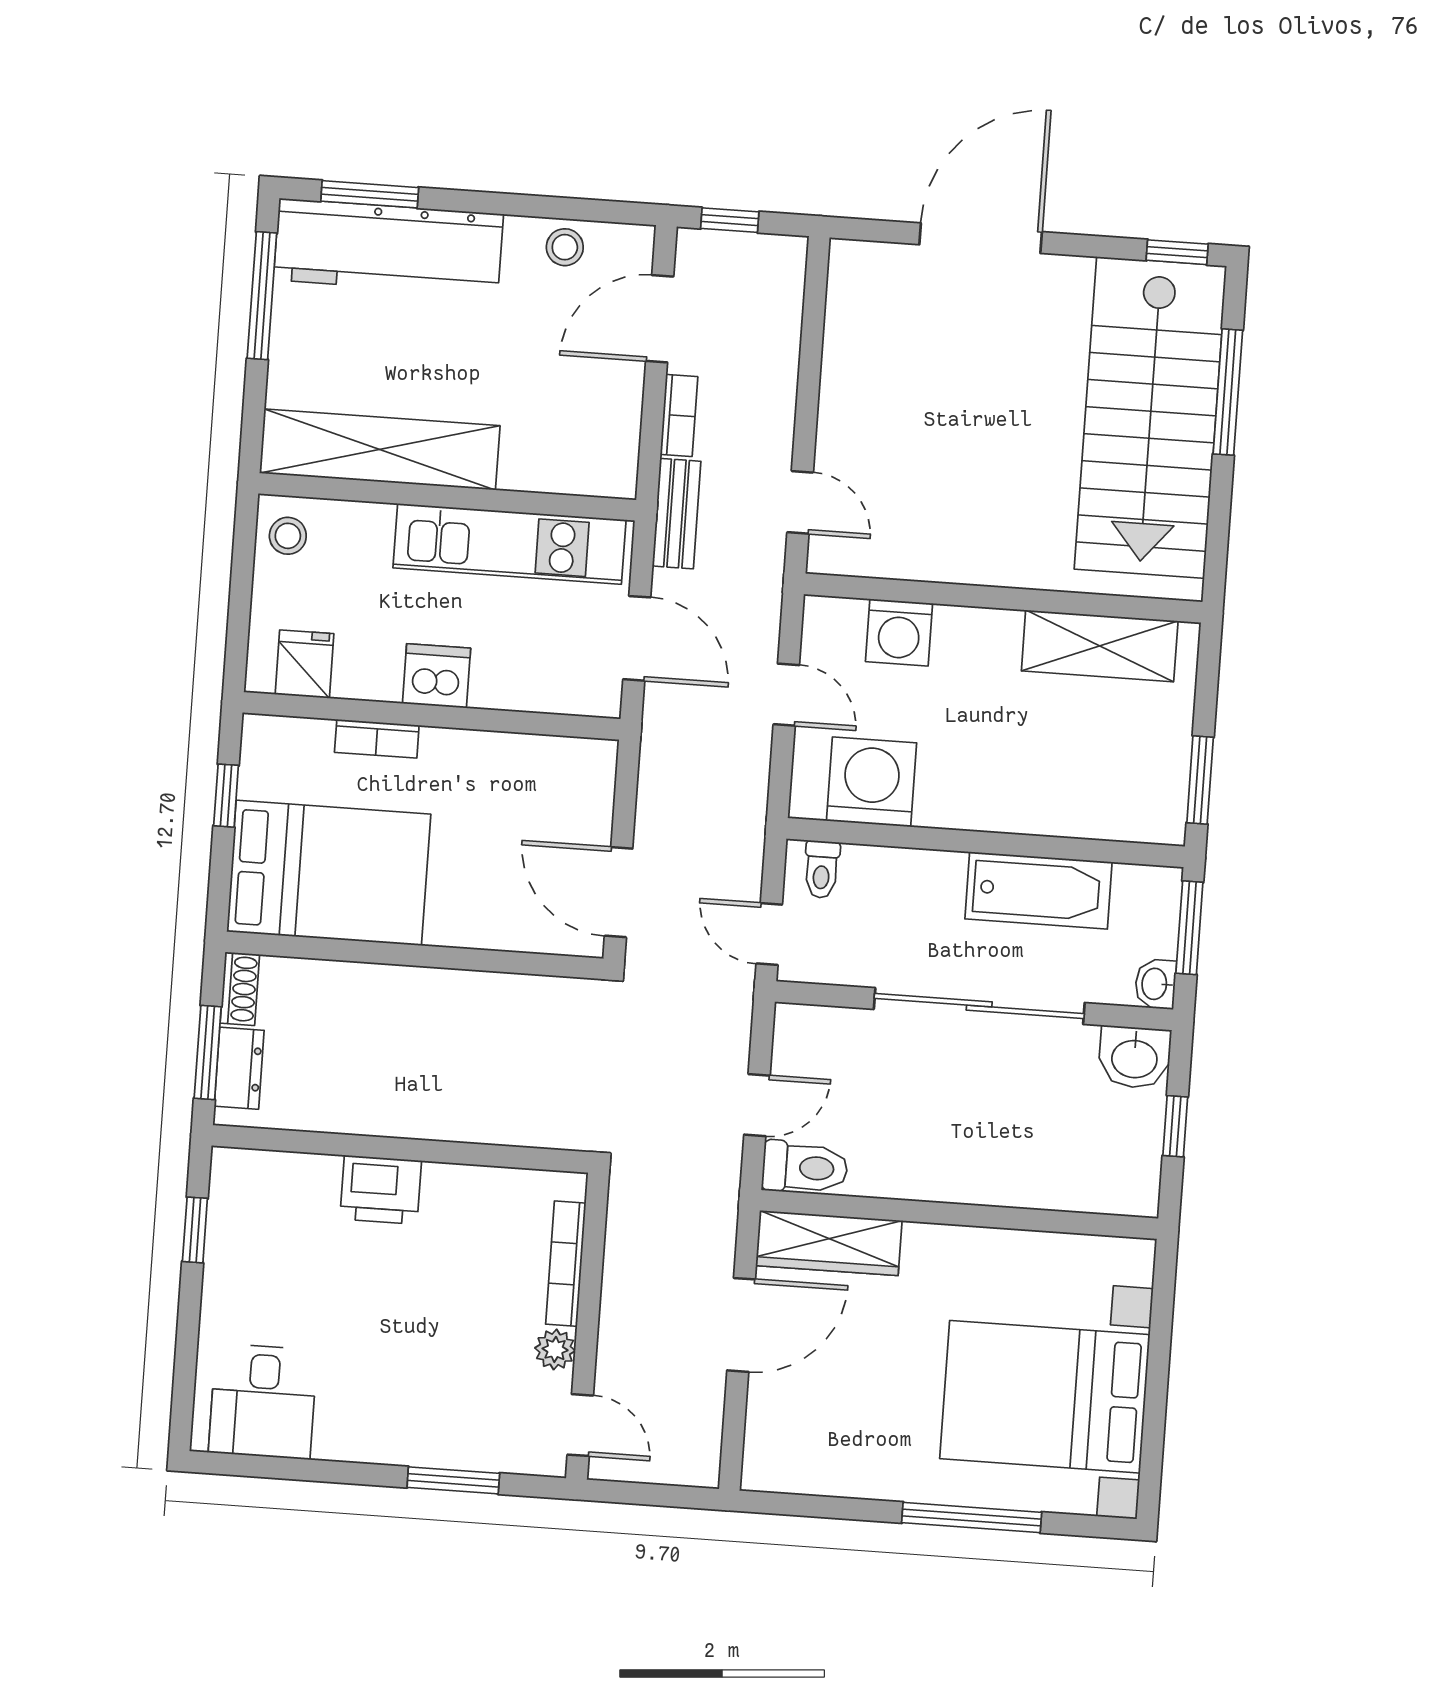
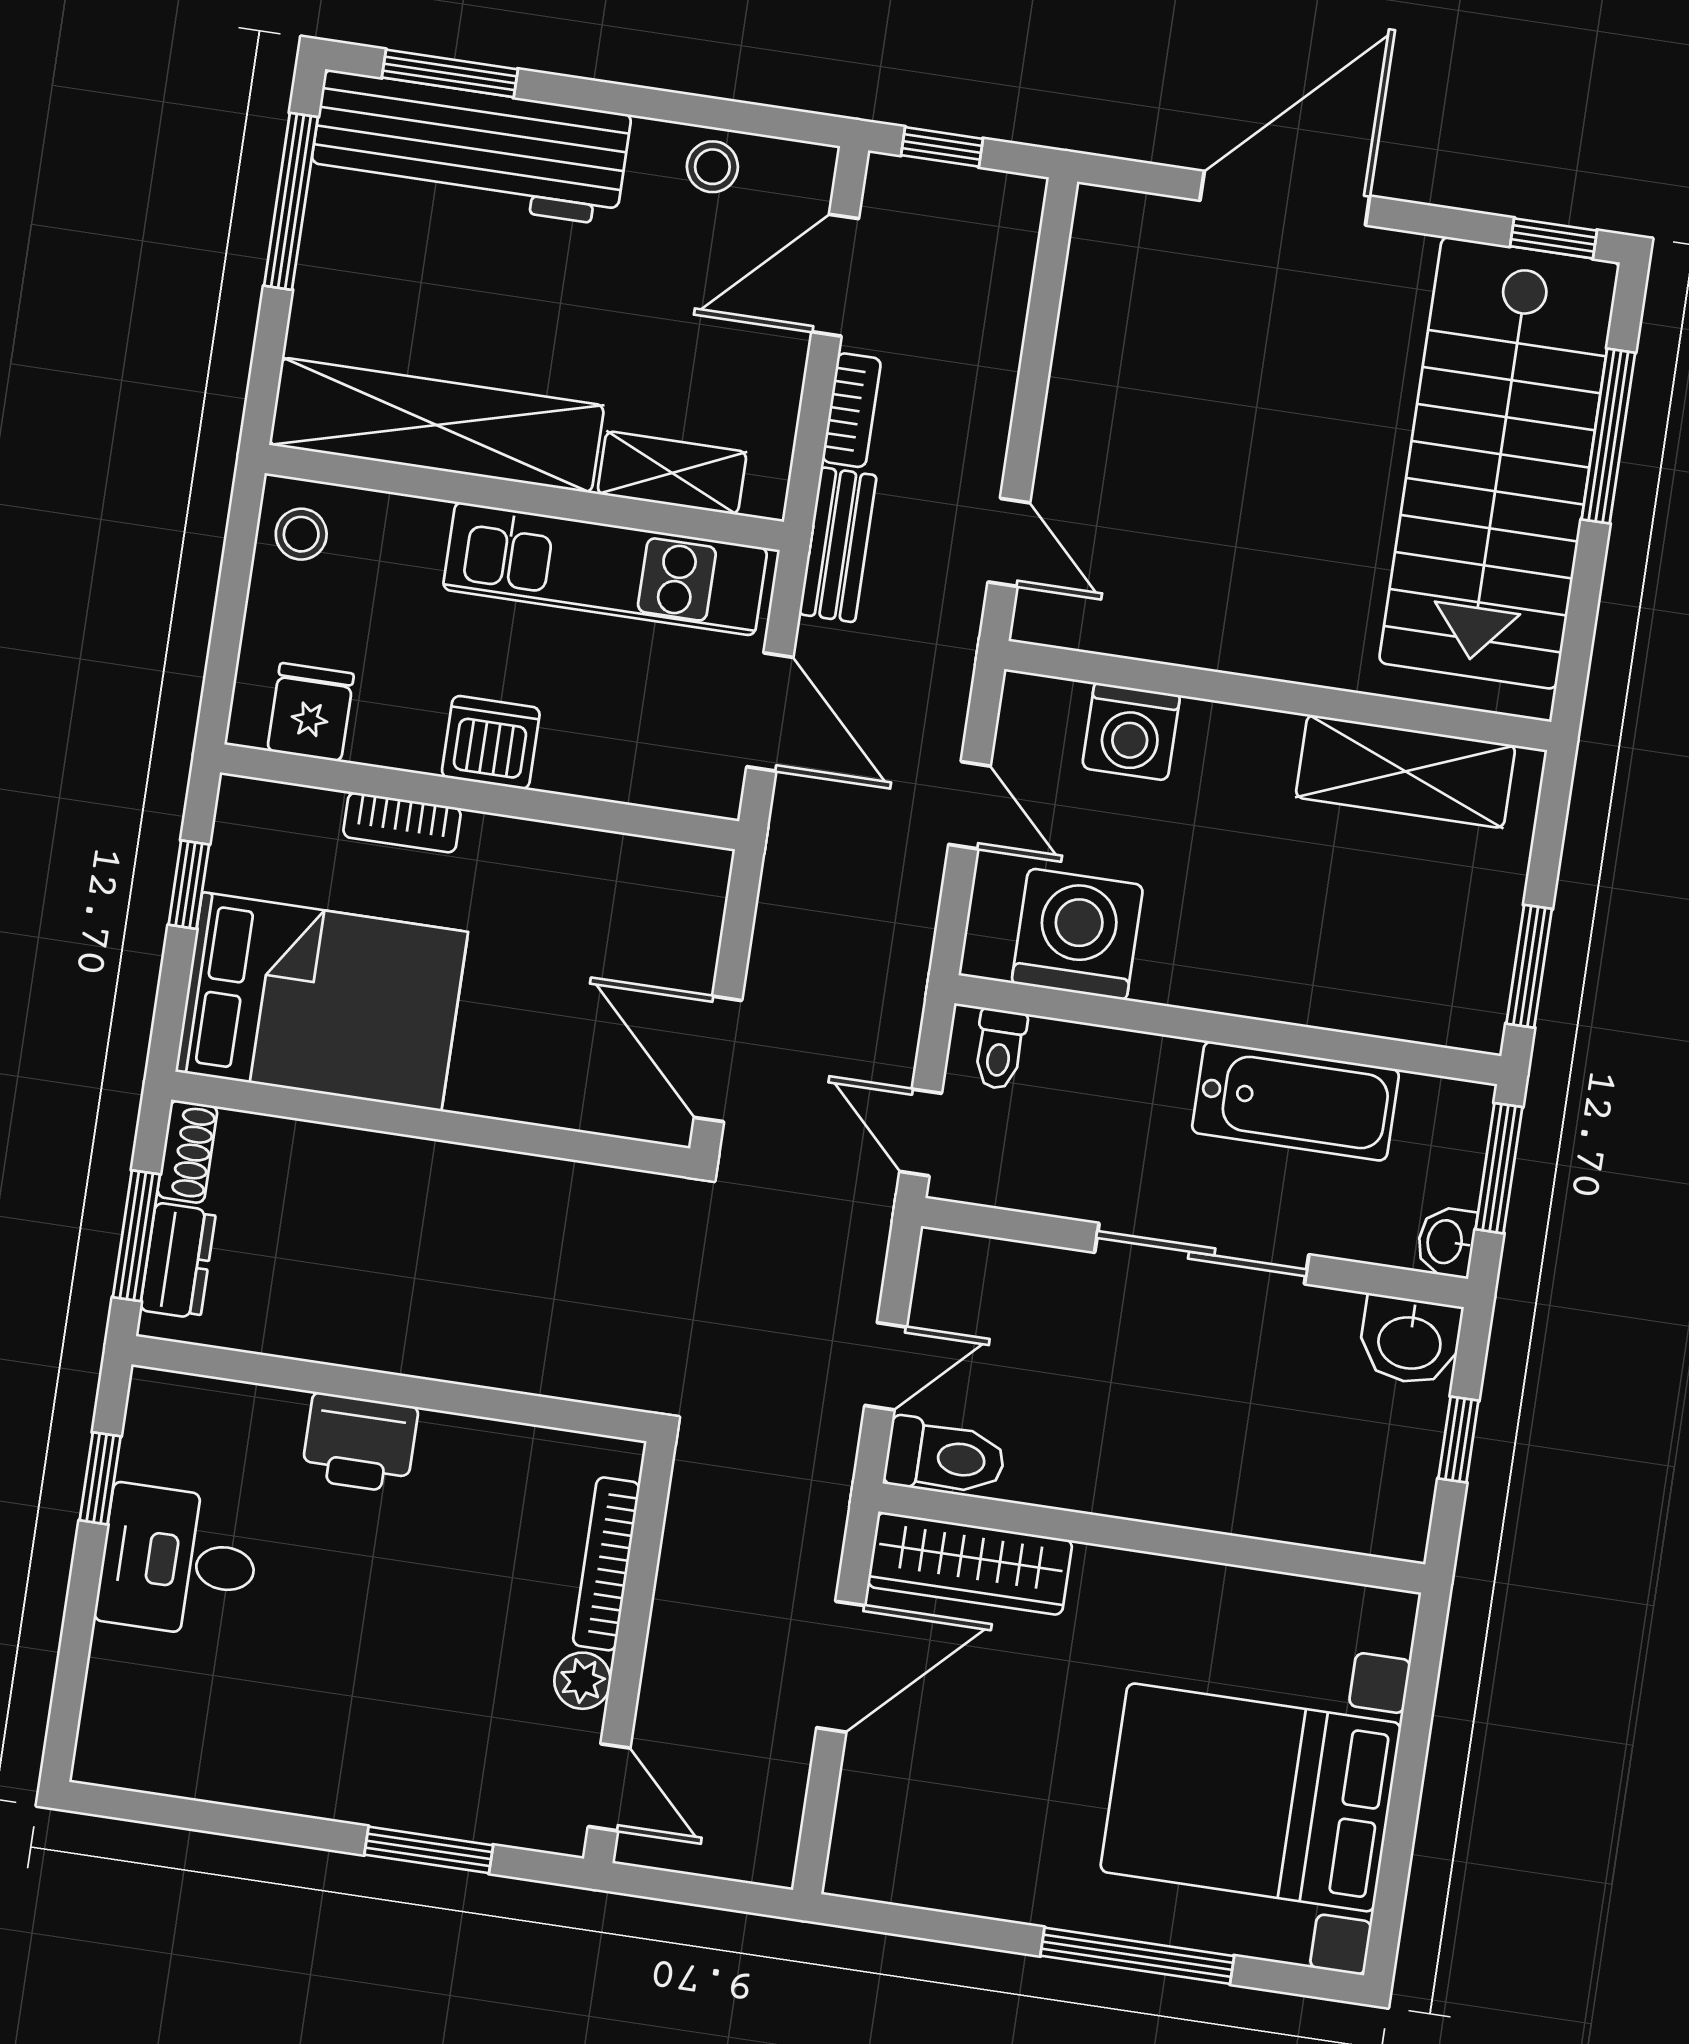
shelving: (553, 471) -> (672, 473), added
sliding door: (979, 1006) -> (1202, 1254), width x0.73
desk: (263, 1401) -> (179, 1562), moved, turned 90

